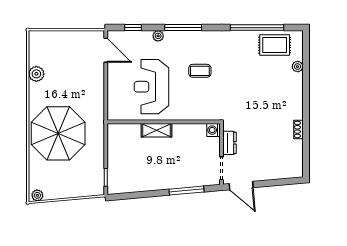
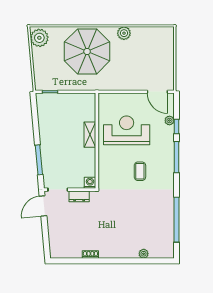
window: (133, 28) -> (177, 127), moved
plant: (158, 36) -> (169, 120), moved
rug: (275, 45) -> (162, 234), removed
door: (106, 50) -> (157, 92), hinge flipped
plant: (36, 74) -> (124, 33), moved
plant: (37, 195) -> (39, 38), width x1.88, depth x1.88

